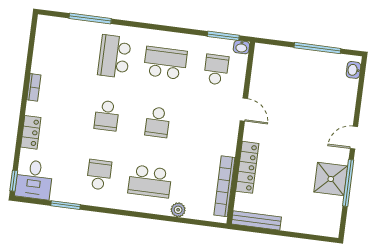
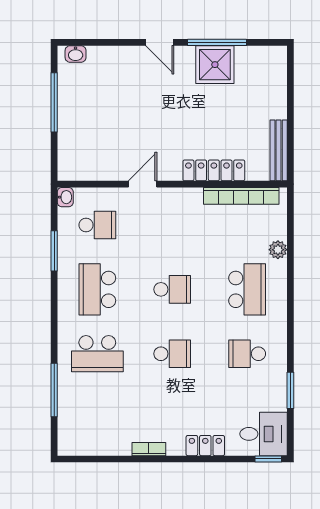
window: (223, 36) -> (54, 251), moved
school desk: (216, 70) -> (97, 225), turned 180

